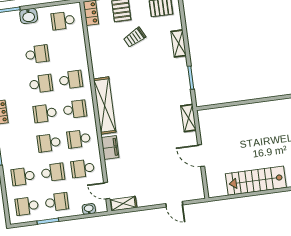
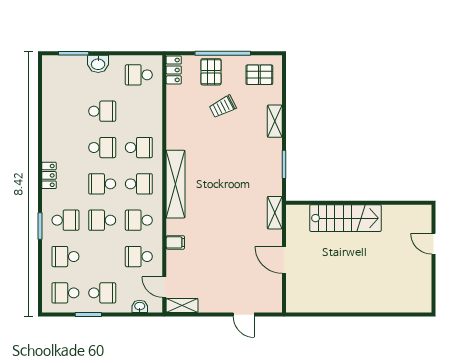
filing cabinet: (110, 147) -> (175, 242), width x0.50
school desk: (53, 172) -> (65, 220), moved
stairs: (256, 181) -> (345, 218), moved, turned 180

